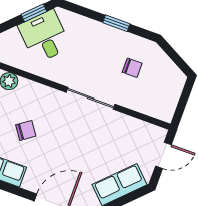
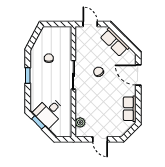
chair: (26, 130) -> (99, 72), moved

